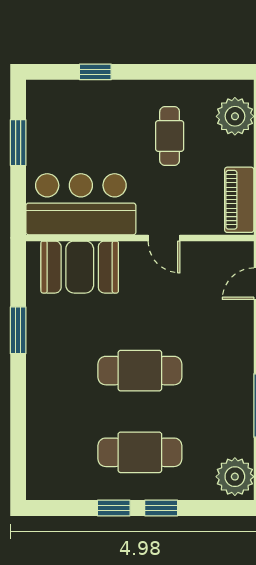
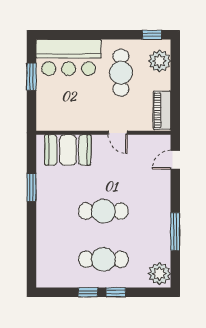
window: (95, 72) -> (152, 35), moved
cafe table: (170, 136) -> (121, 73), width x1.37, depth x1.35
bar counter: (81, 204) -> (69, 57), moved, turned 180

